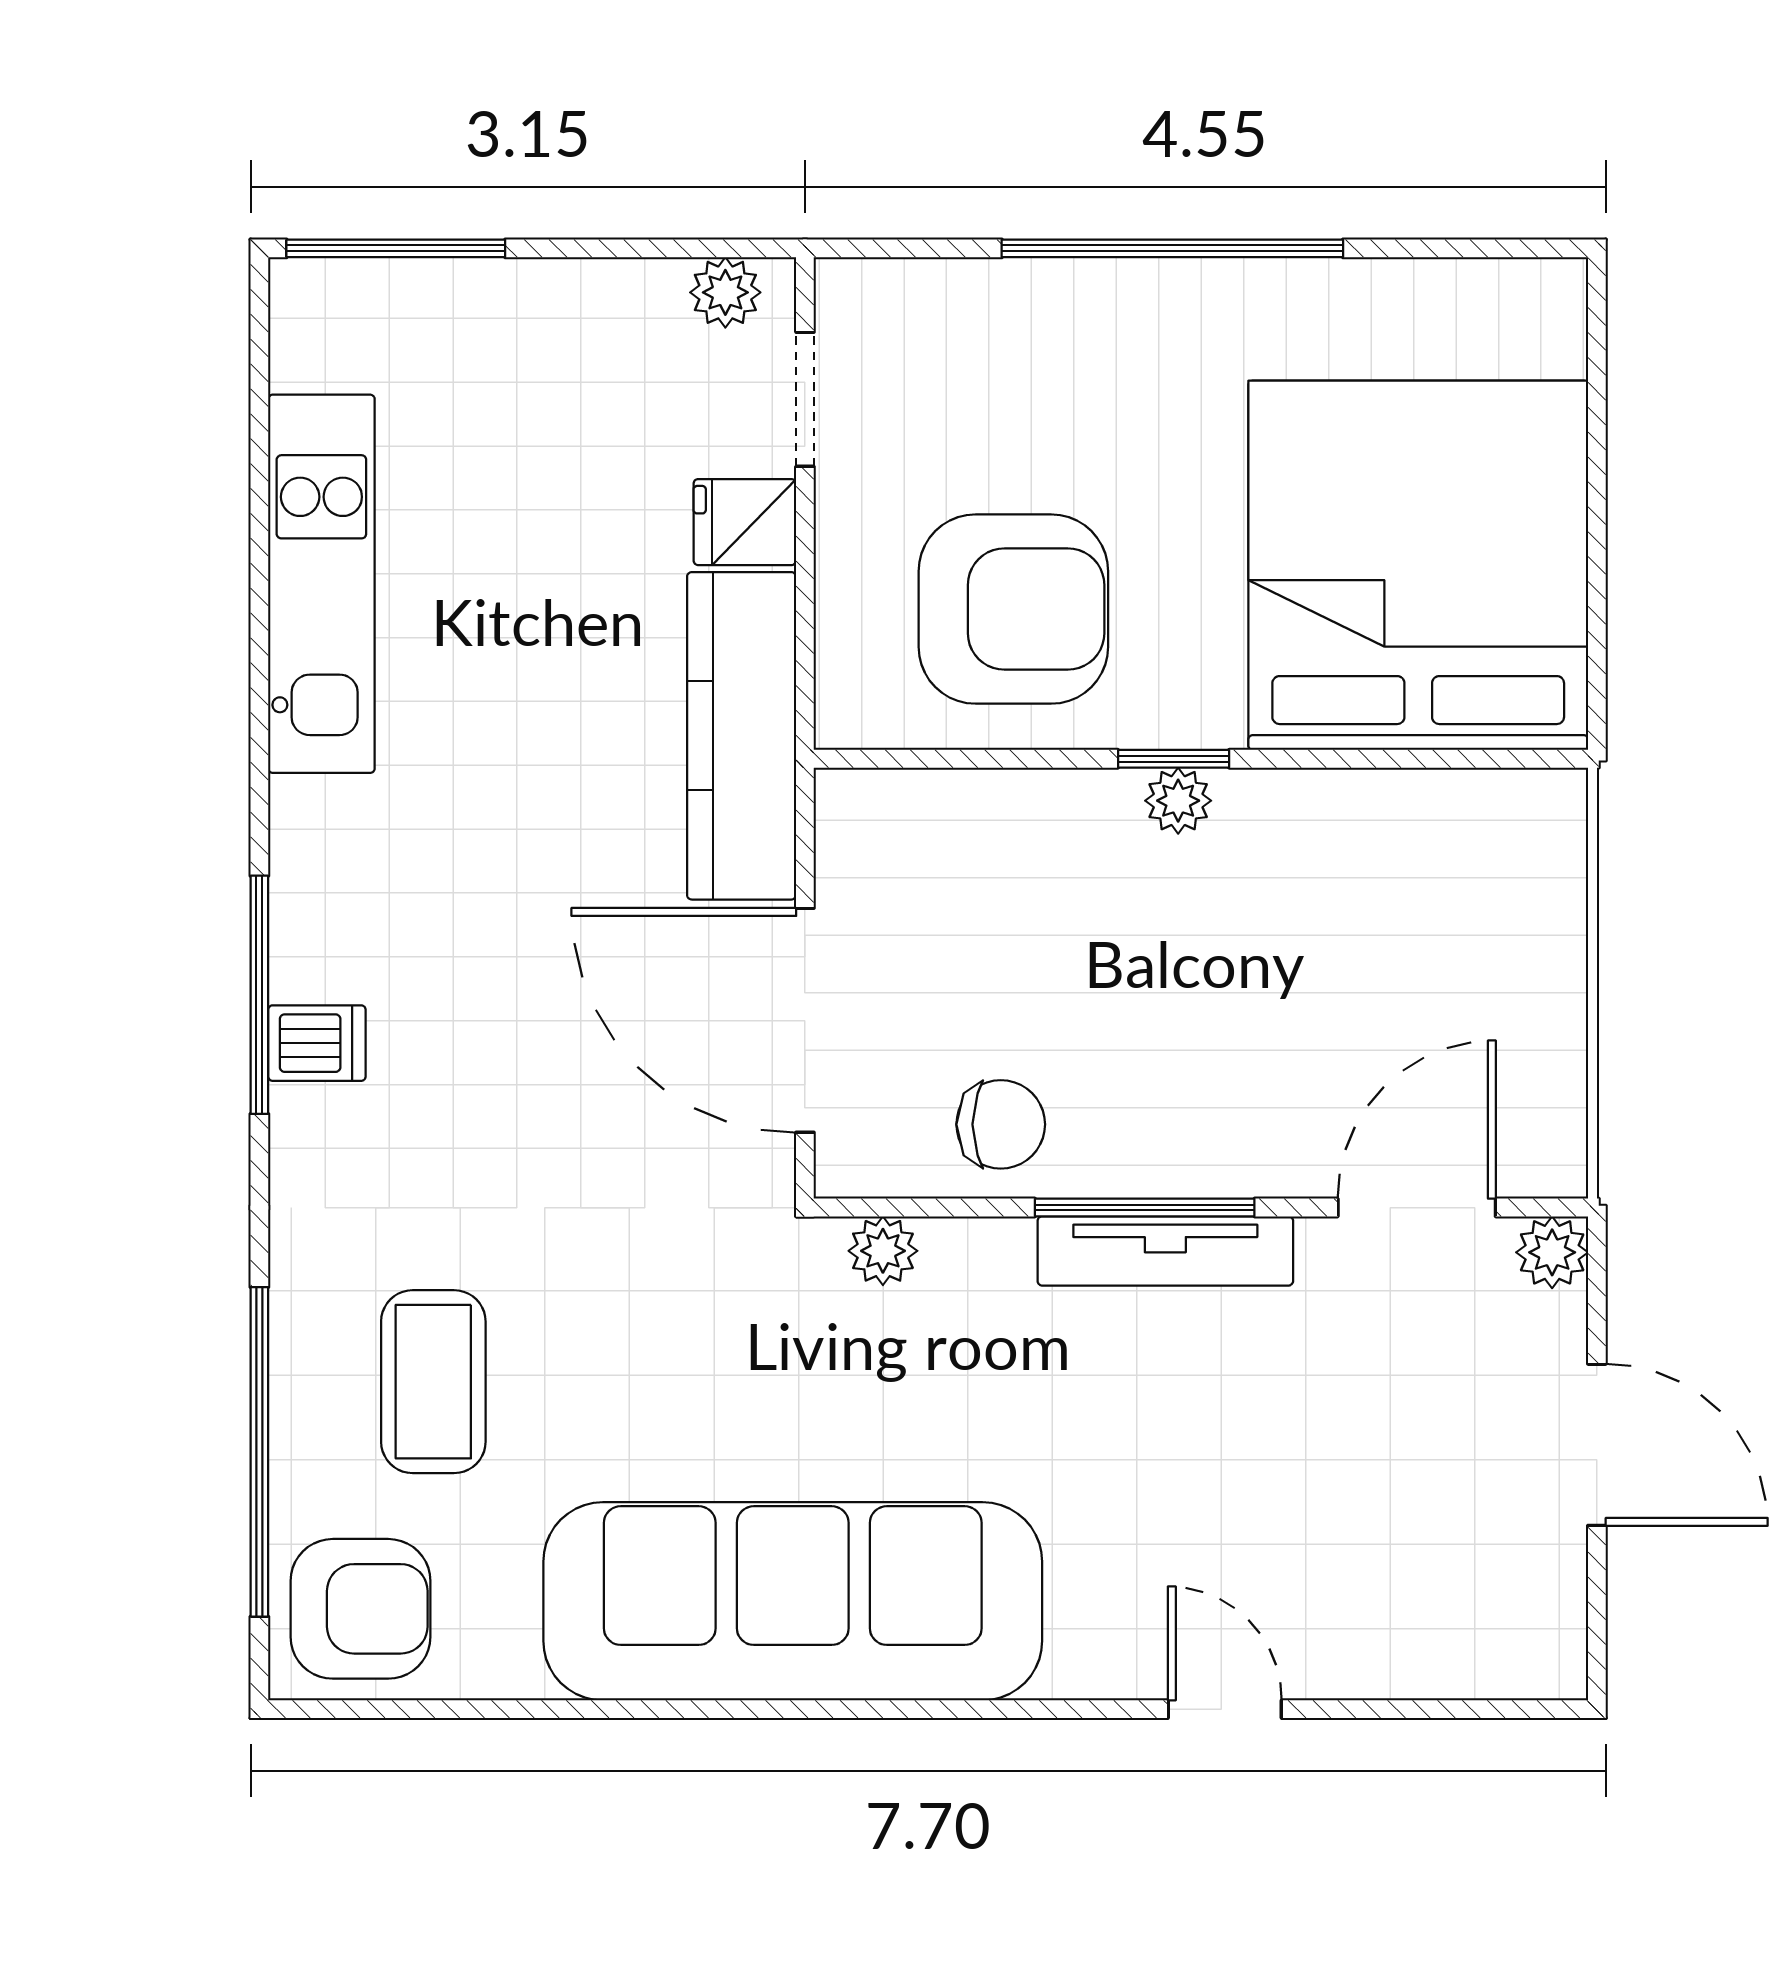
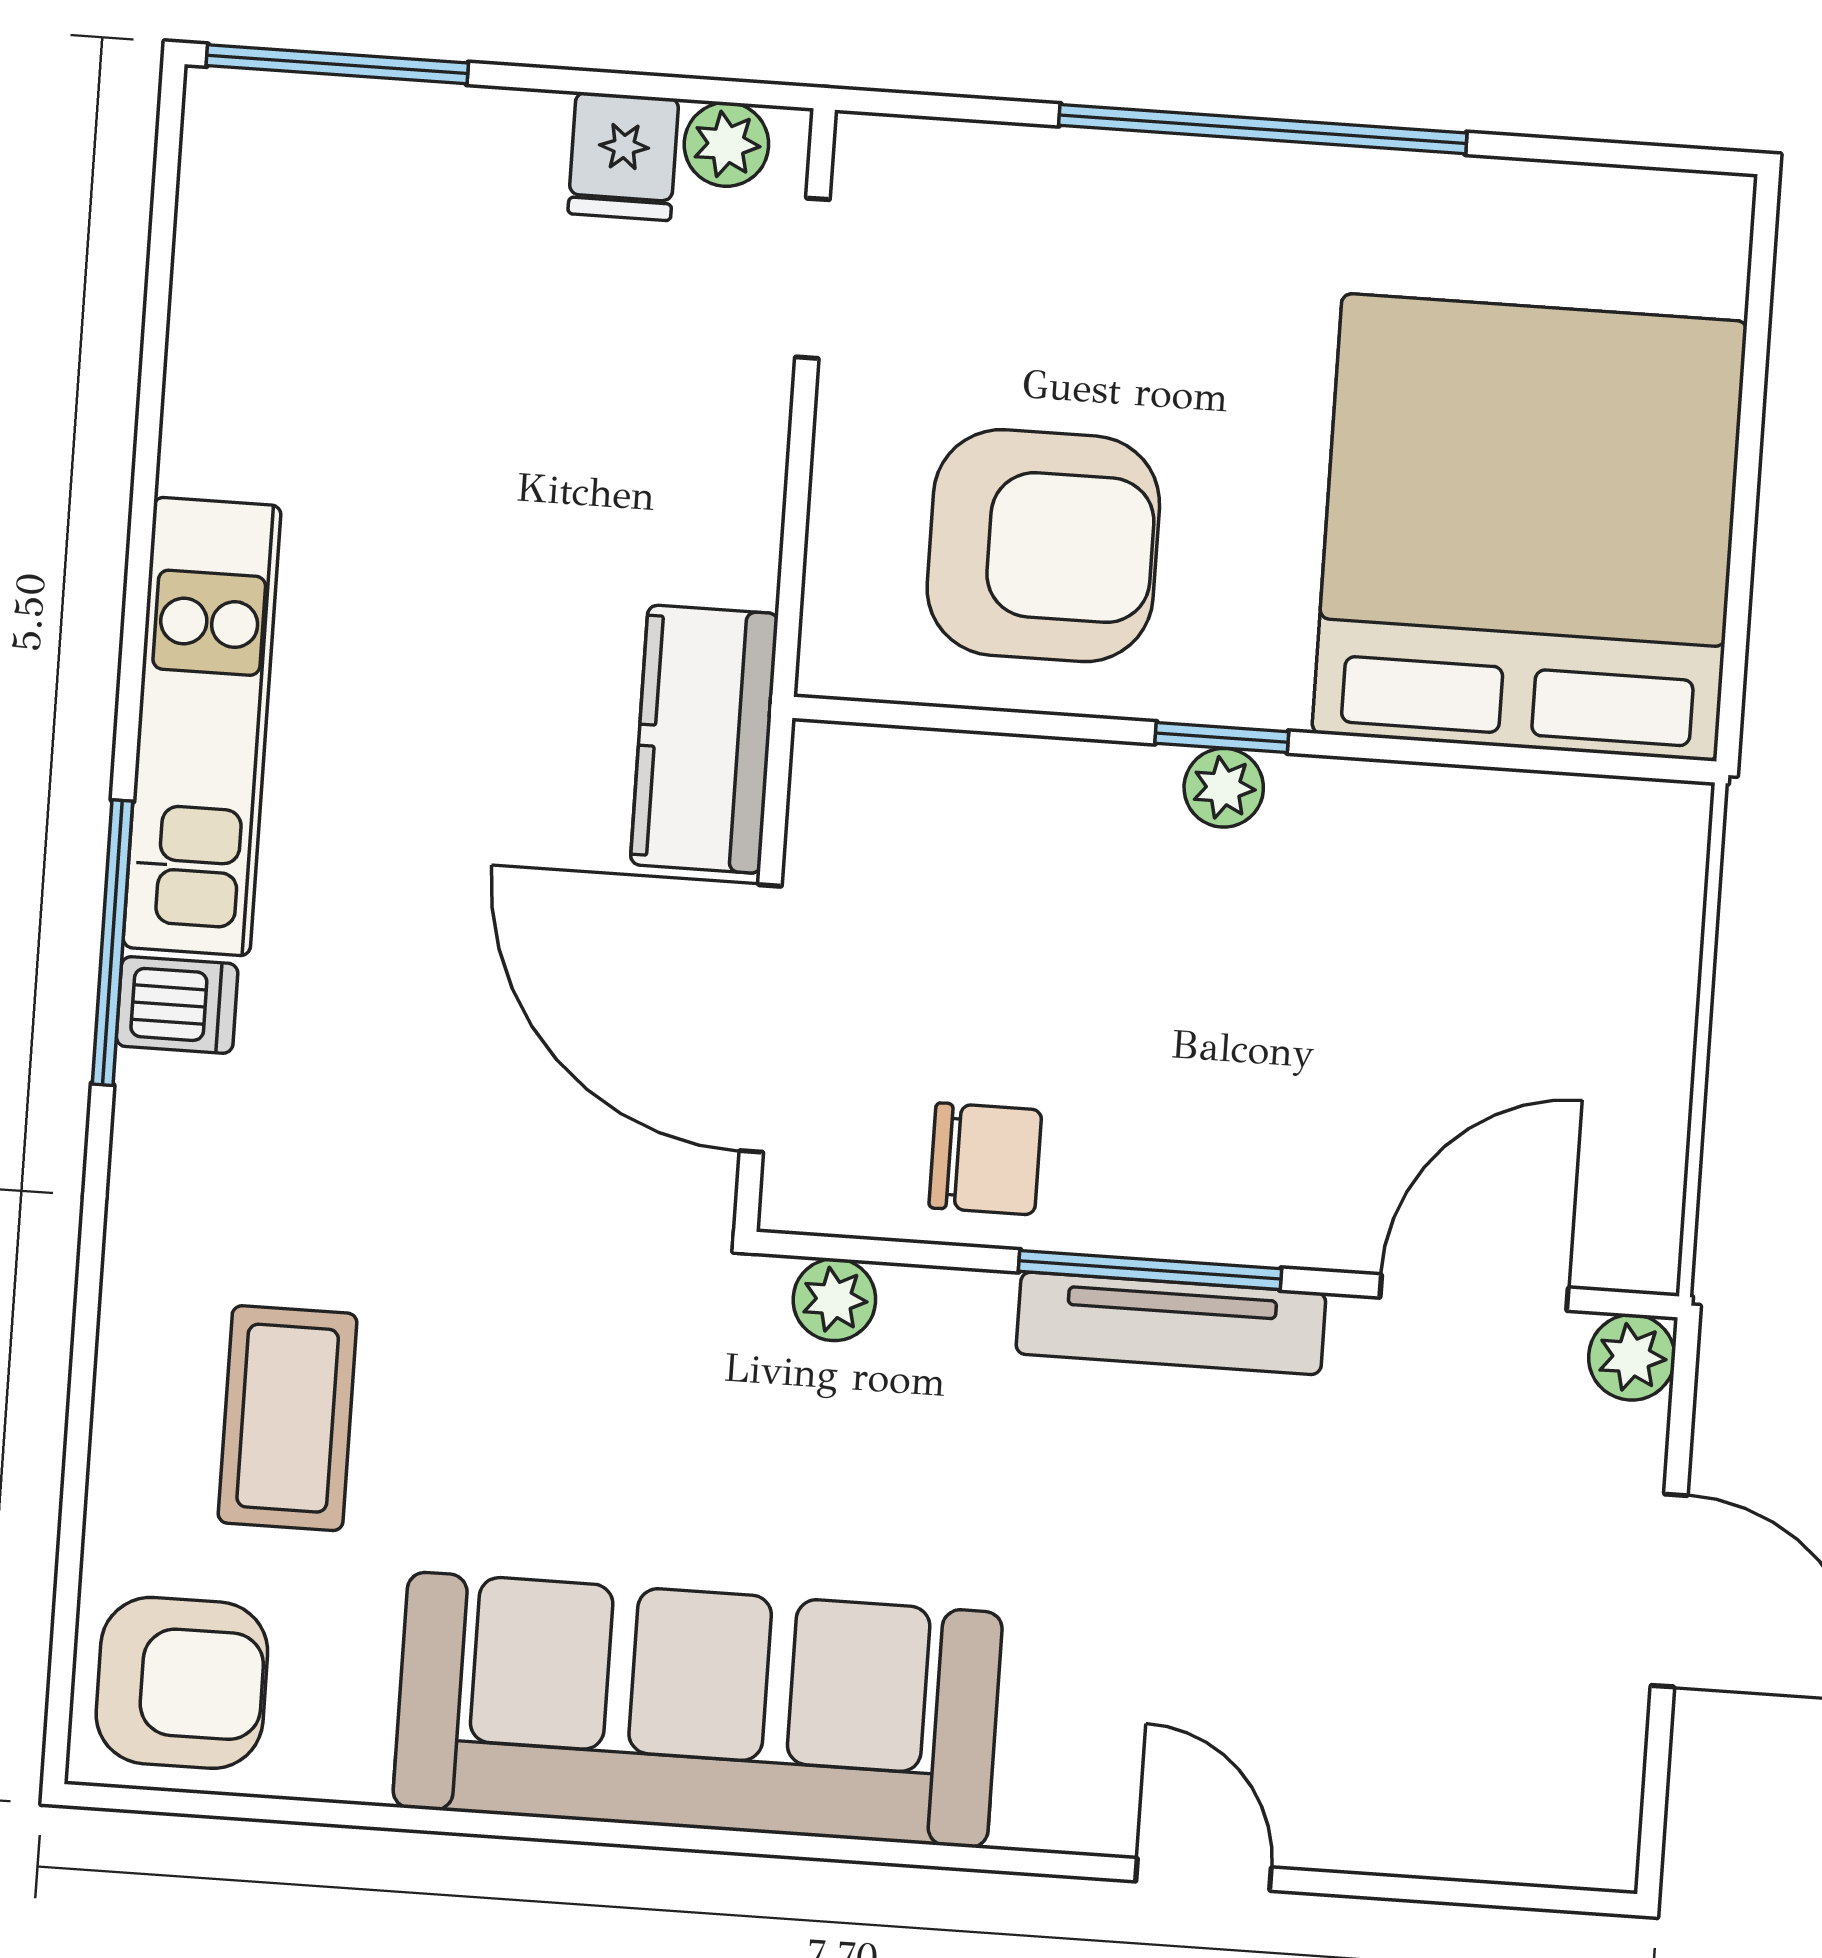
fridge: (745, 522) -> (623, 156), moved, turned -90
kitchen unit: (321, 584) -> (202, 726), moved
kitchen counter: (742, 736) -> (704, 739), width x0.67
window: (259, 1452) -> (74, 1487), removed

